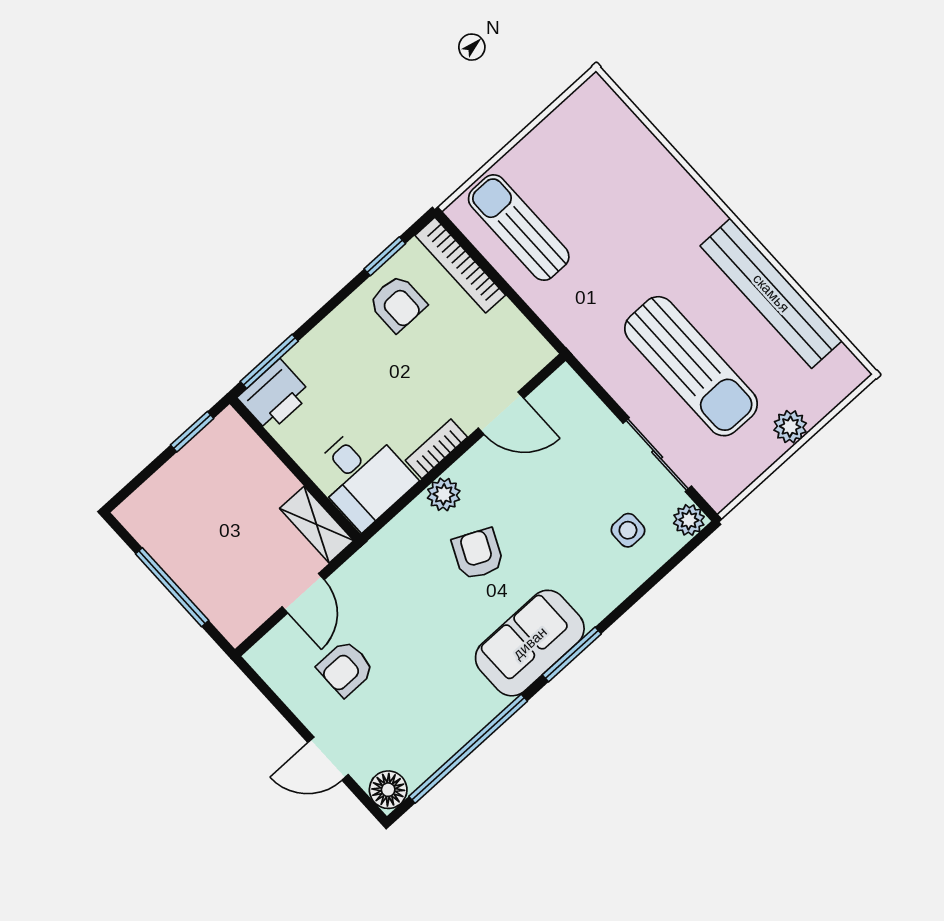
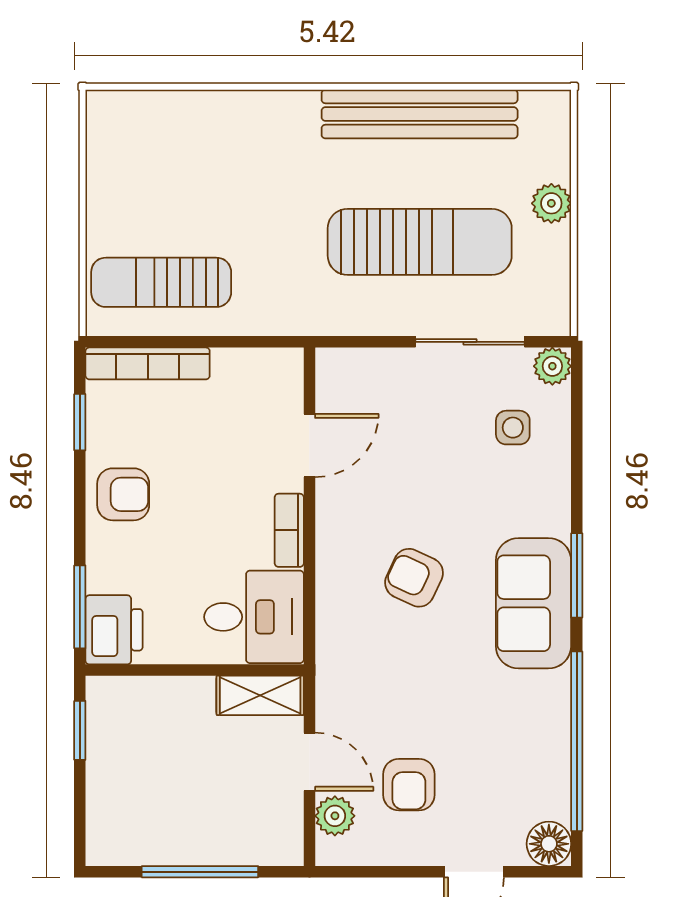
armchair: (398, 303) -> (123, 494), moved
plant: (444, 494) -> (335, 816), moved

